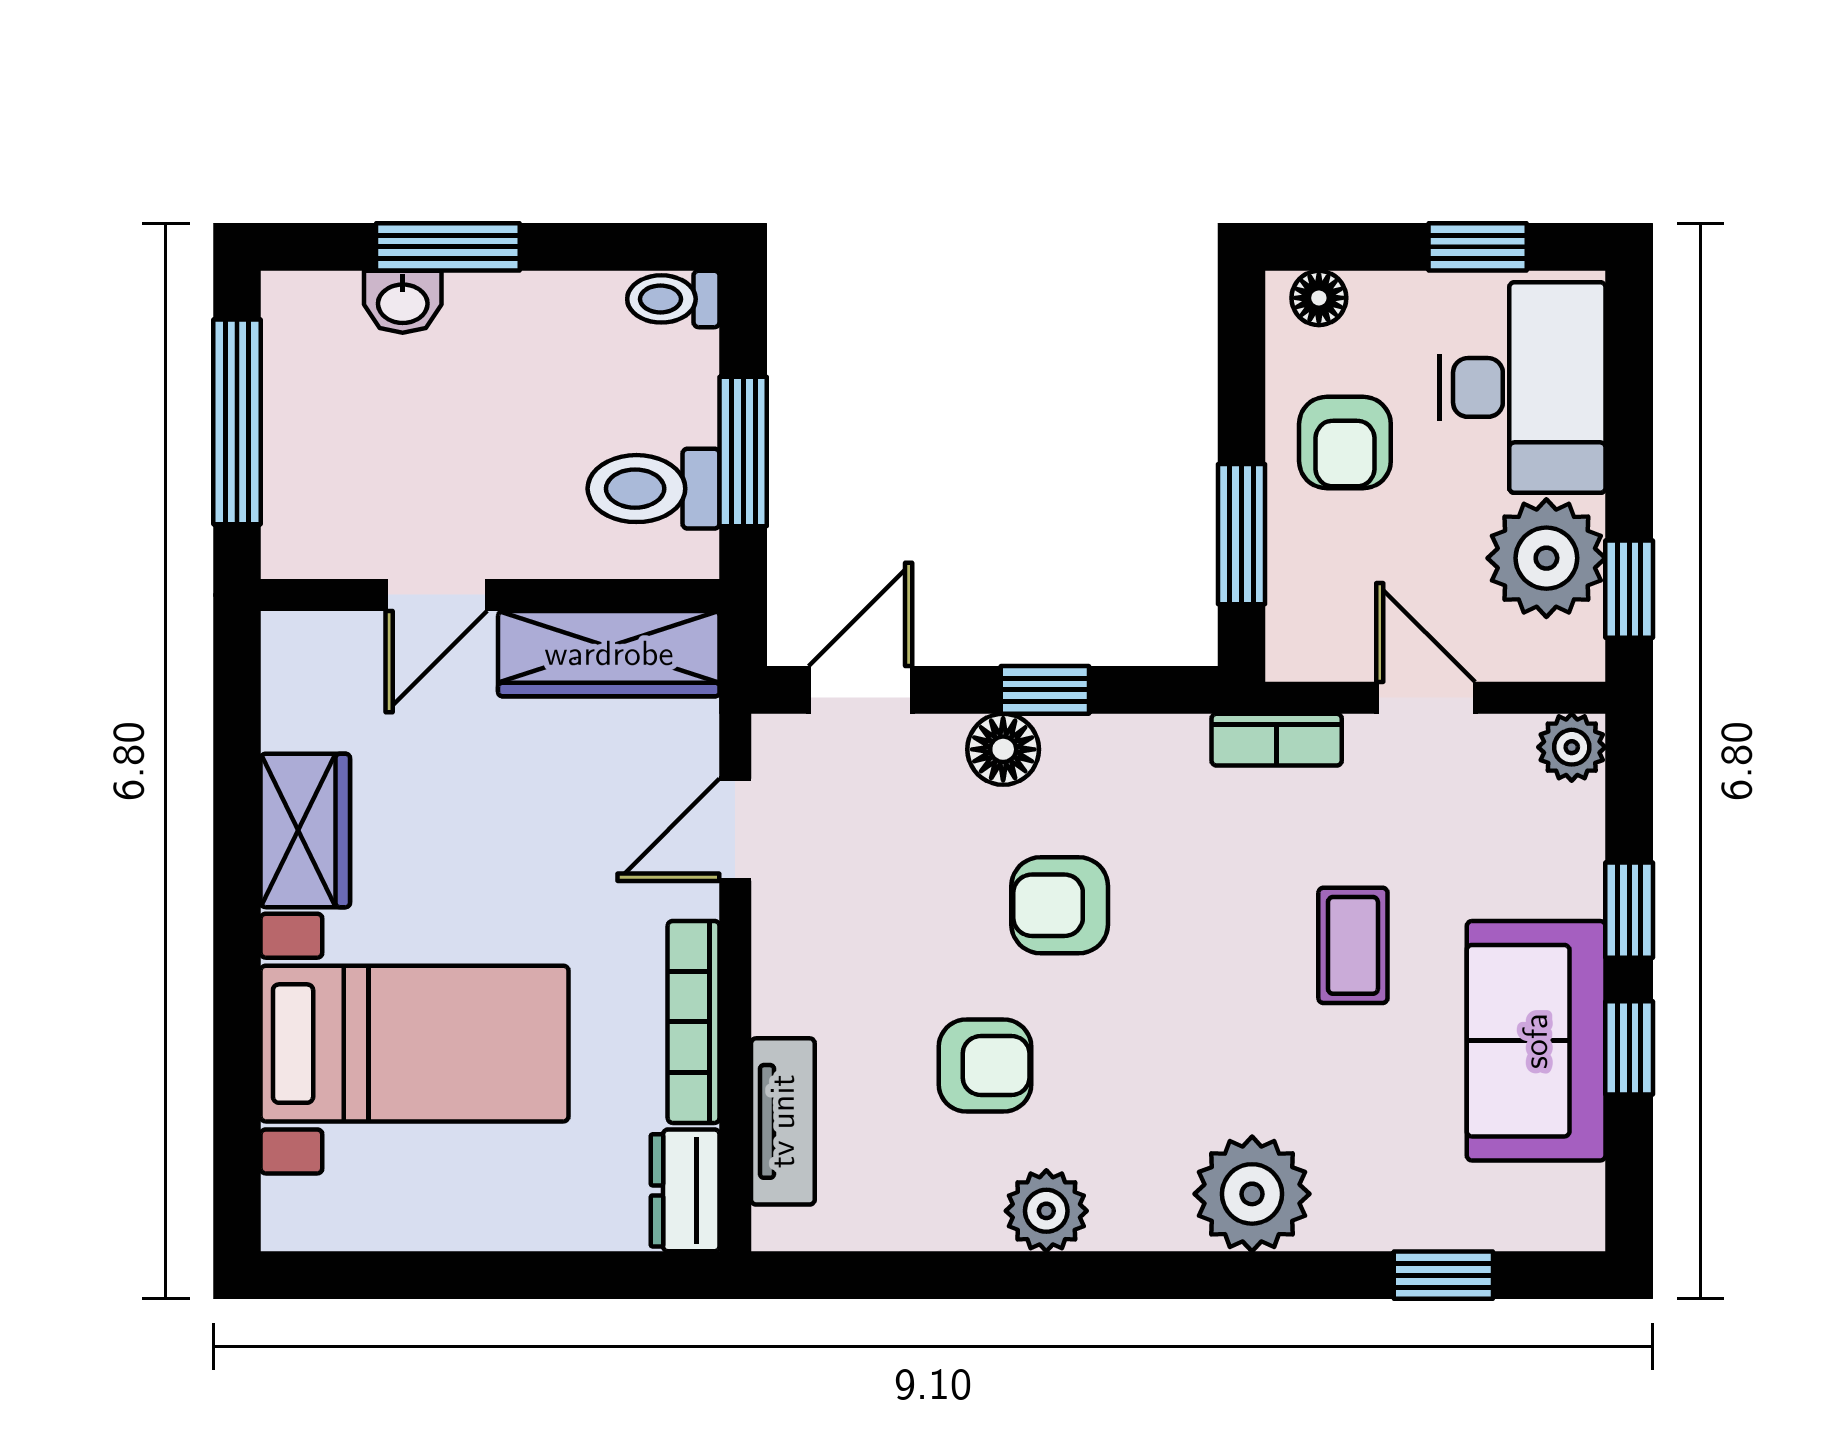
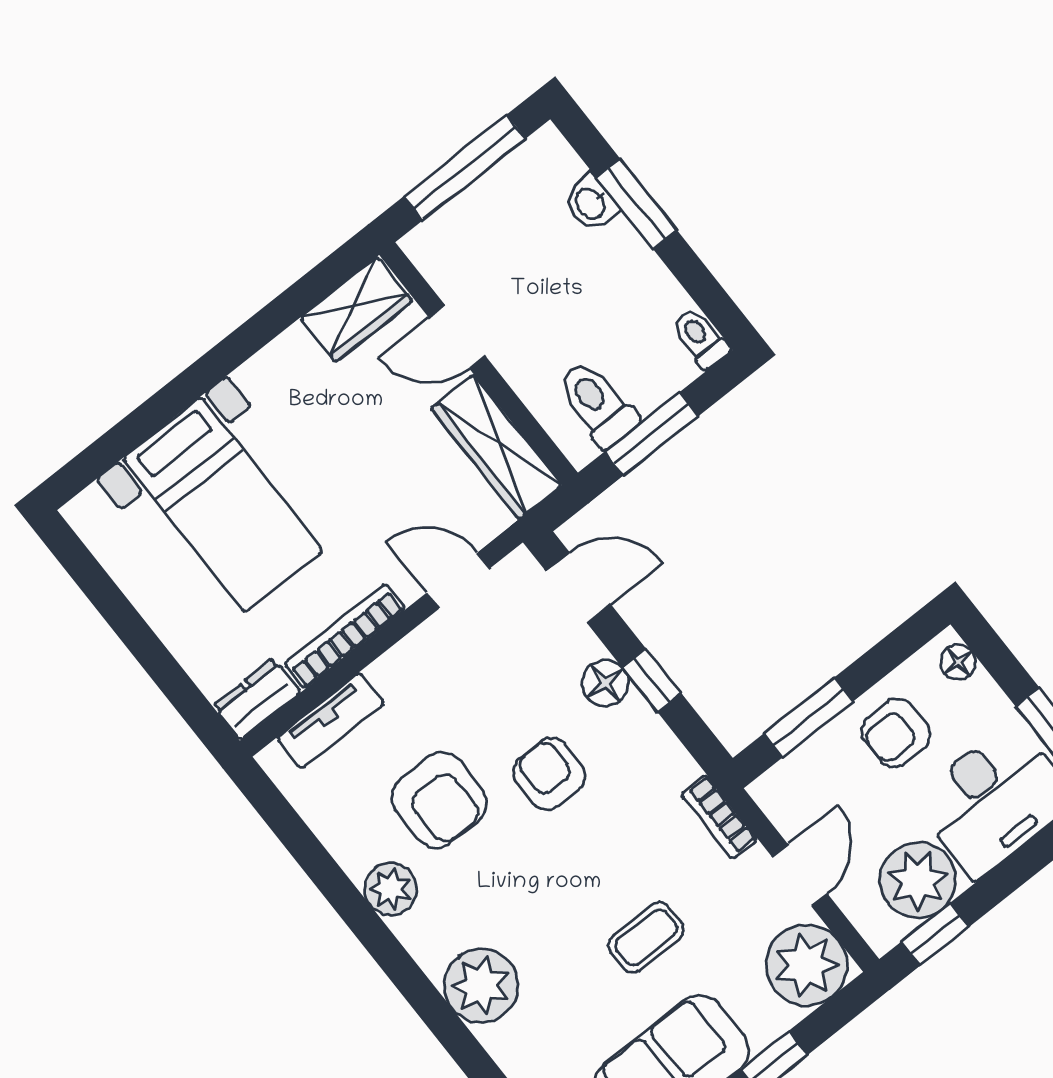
plant: (1572, 747) -> (806, 965), width x1.88, depth x1.88
wardrobe: (305, 830) -> (356, 309), moved
armchair: (985, 1066) -> (439, 800), width x1.38, depth x1.38

